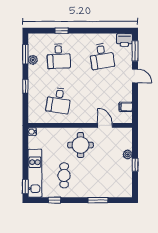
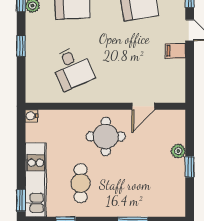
desk: (59, 100) -> (72, 68), turned -33
filing cabinet: (126, 107) -> (175, 51), moved
door: (105, 125) -> (143, 106), swing flipped

